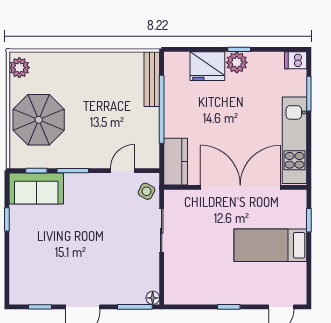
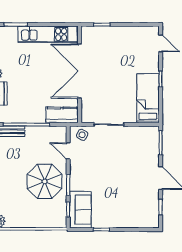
parasol: (39, 120) -> (45, 181), moved
bed: (270, 245) -> (148, 98), moved, turned 180
floor lamp: (153, 298) -> (154, 131), removed

